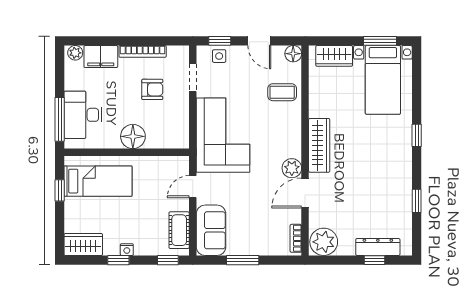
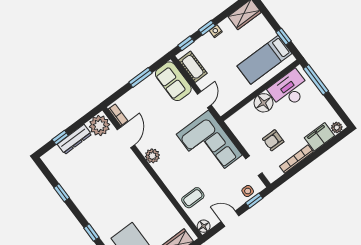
desk: (83, 115) -> (289, 90), moved, turned -90
wardrobe: (319, 145) -> (146, 182), removed
door: (305, 193) -> (126, 137), moved
dresser: (378, 247) -> (74, 139), moved
window: (118, 260) -> (207, 28), moved

